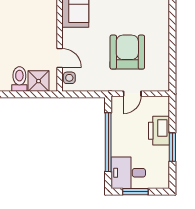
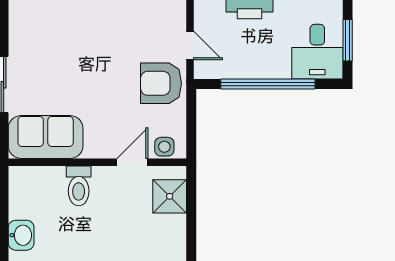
armchair: (127, 52) -> (161, 83), moved, width x0.73, depth x0.73
toilet: (19, 79) -> (79, 186), moved, turned -90

